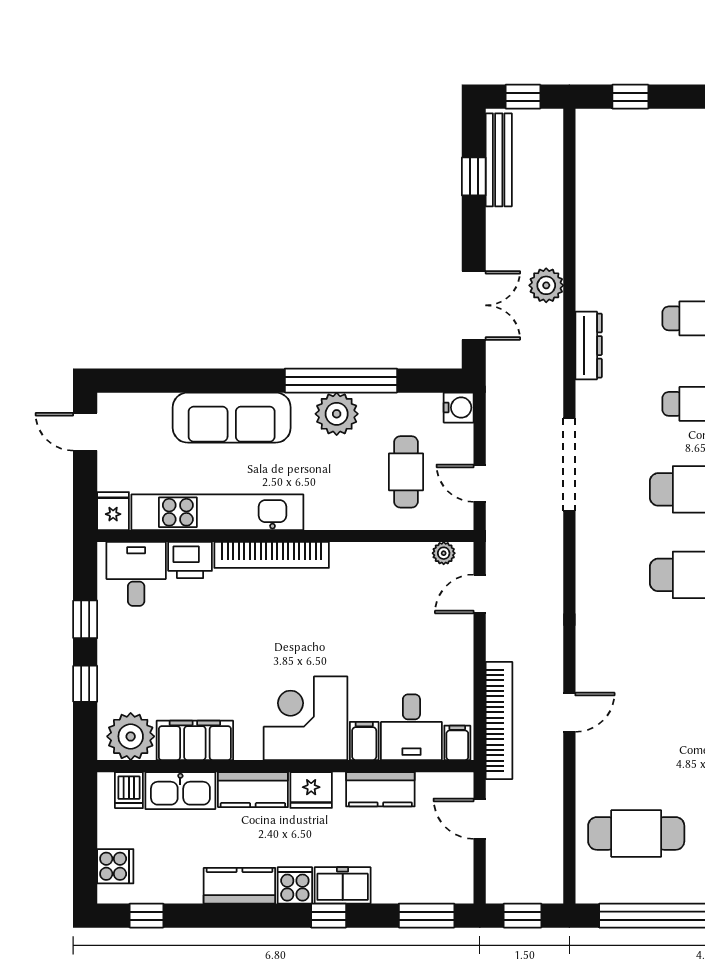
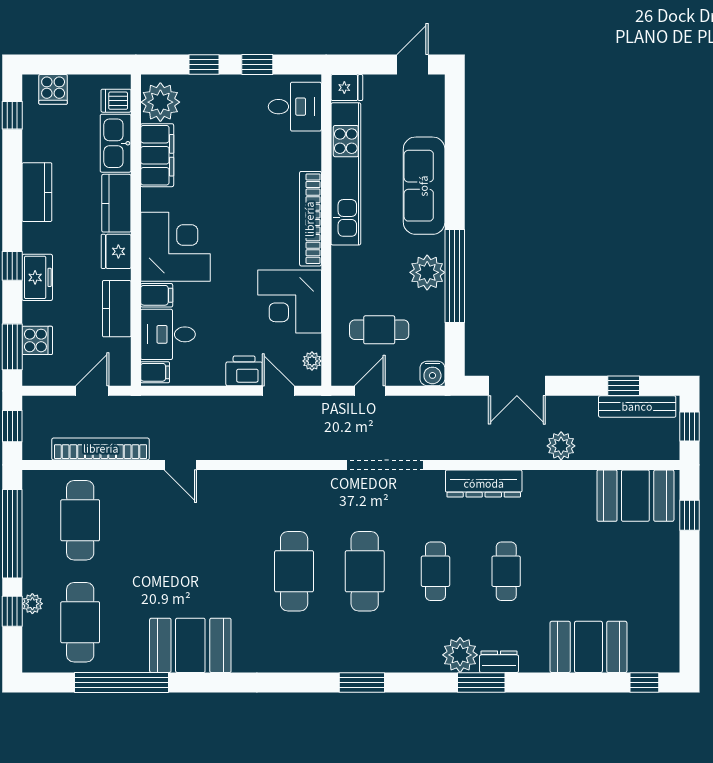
booth: (606, 162) -> (635, 496), added
plant: (546, 285) -> (561, 446), moved
dresser: (589, 346) -> (484, 484), width x1.37, depth x1.24
printer: (190, 560) -> (244, 371), moved, turned 90
corner desk: (372, 580) -> (290, 302), added
bookcase: (499, 721) -> (101, 449), moved, turned 180
cooker: (295, 885) -> (37, 340), moved

